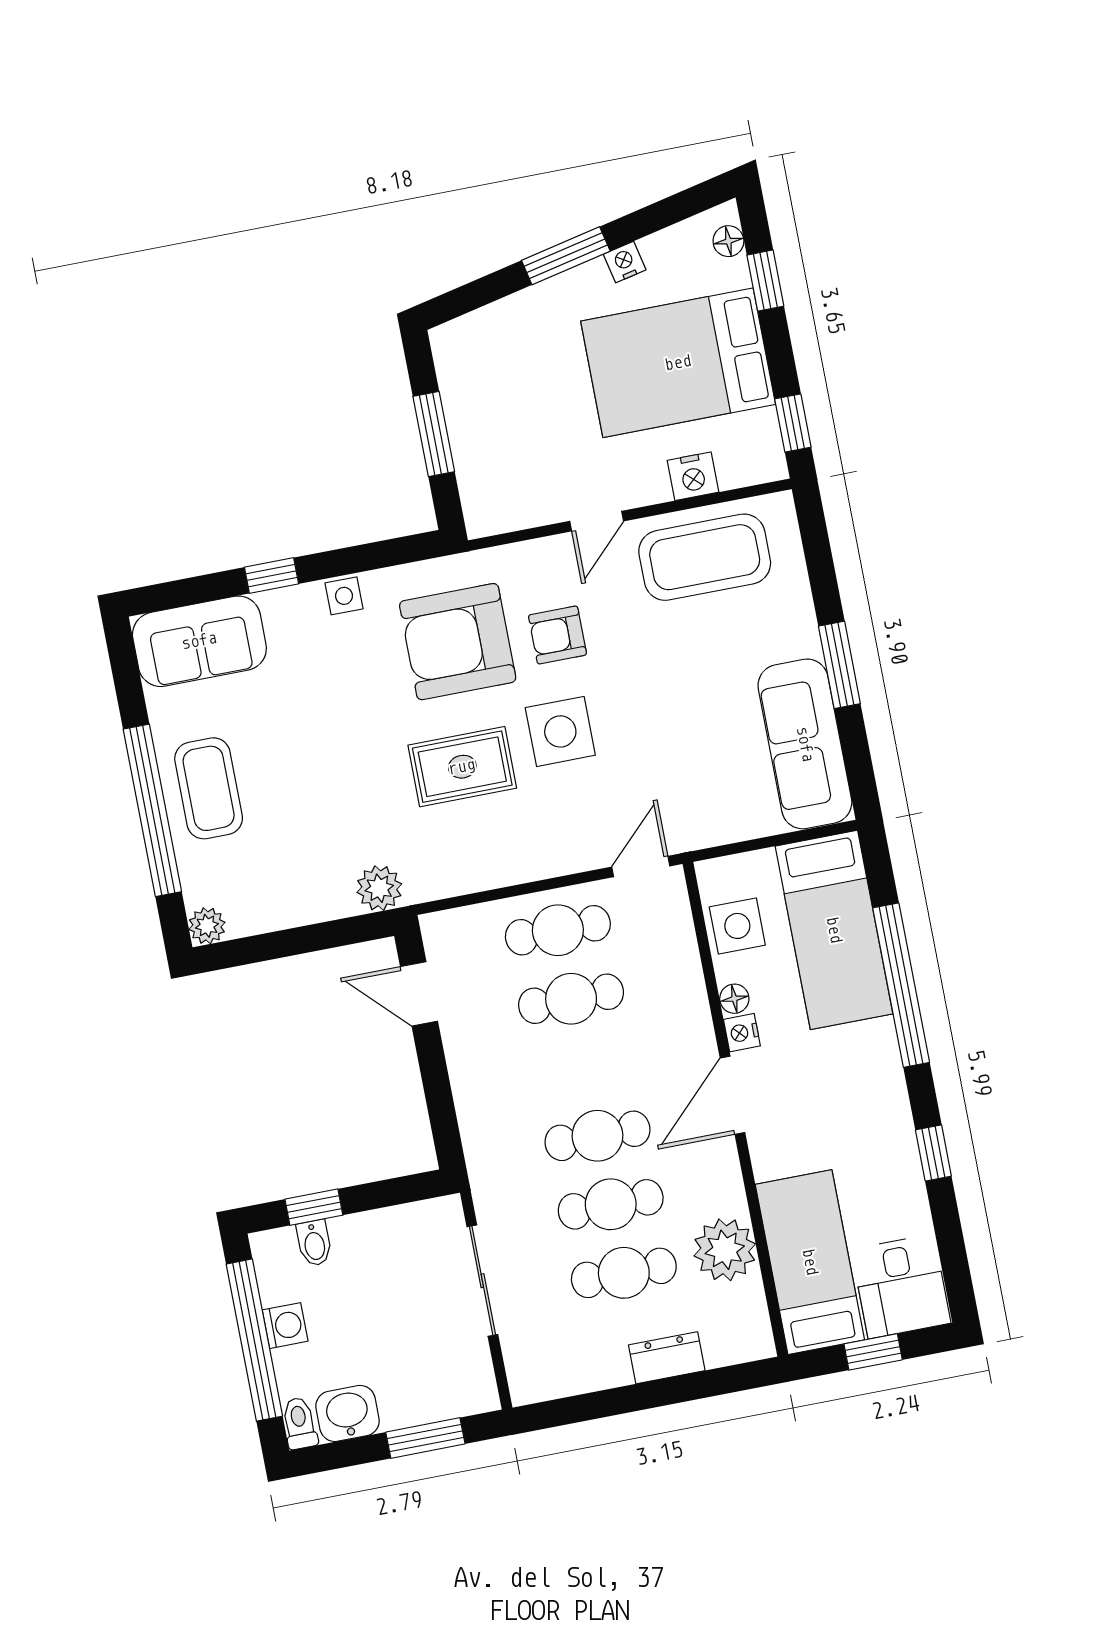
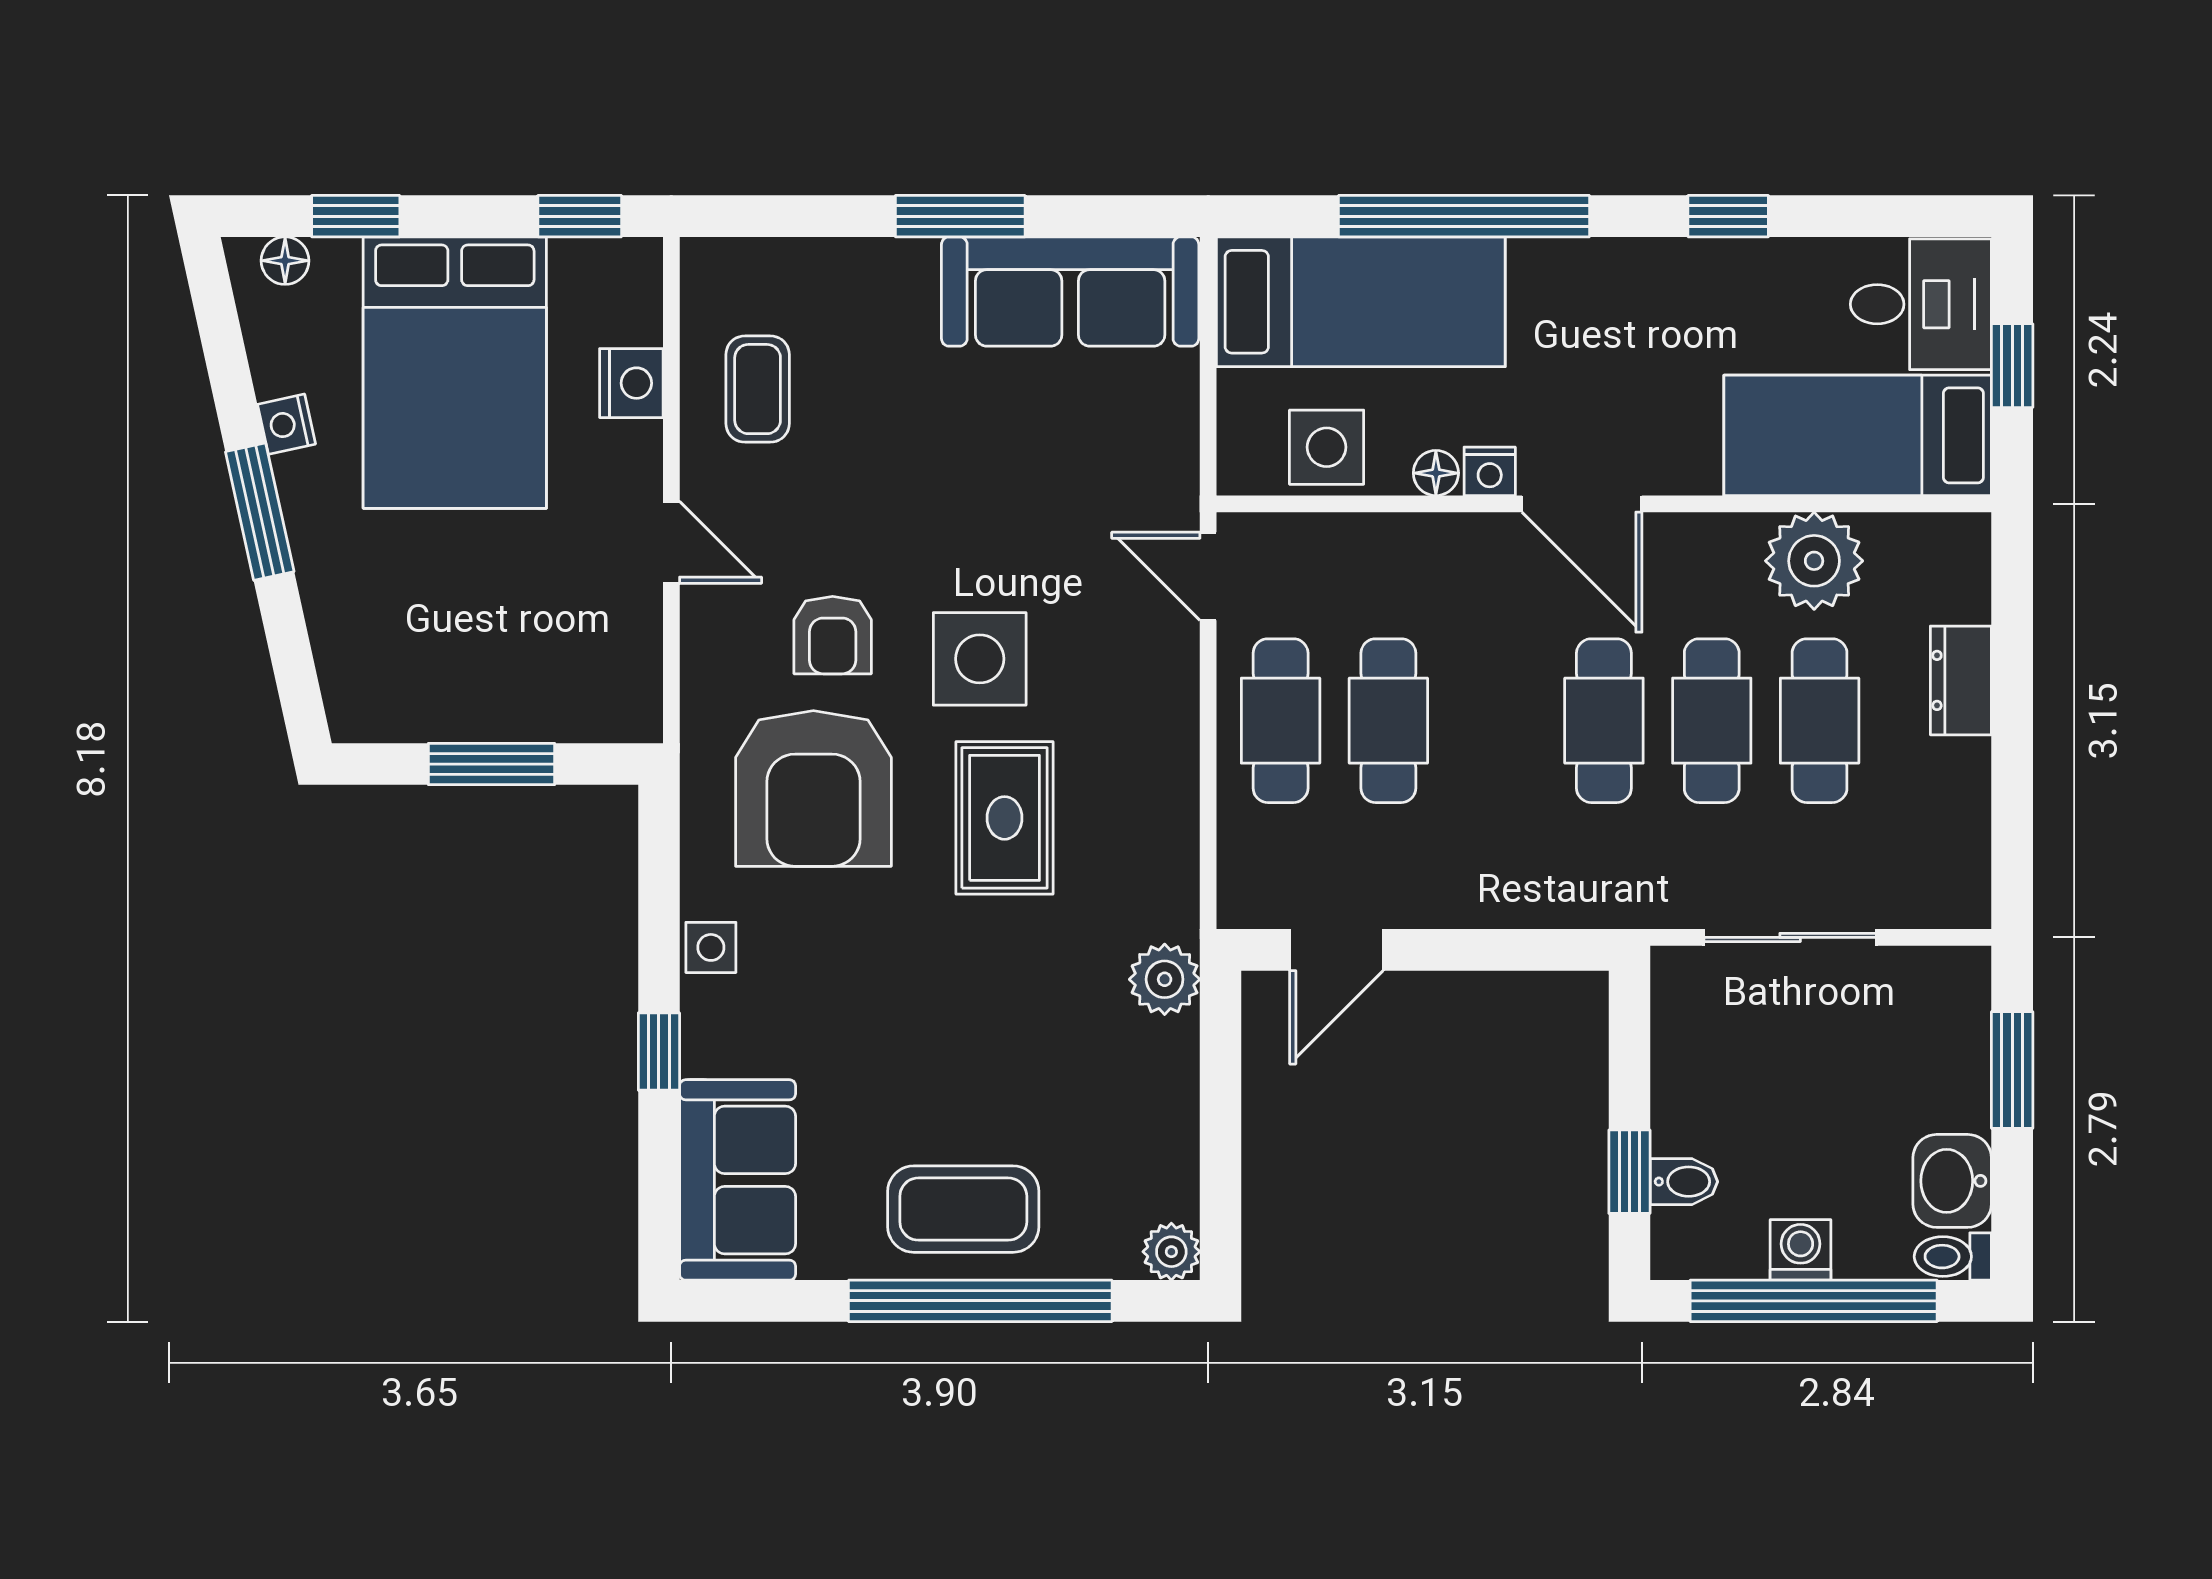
coffee table: (705, 557) -> (758, 389), width x0.54, depth x0.58

